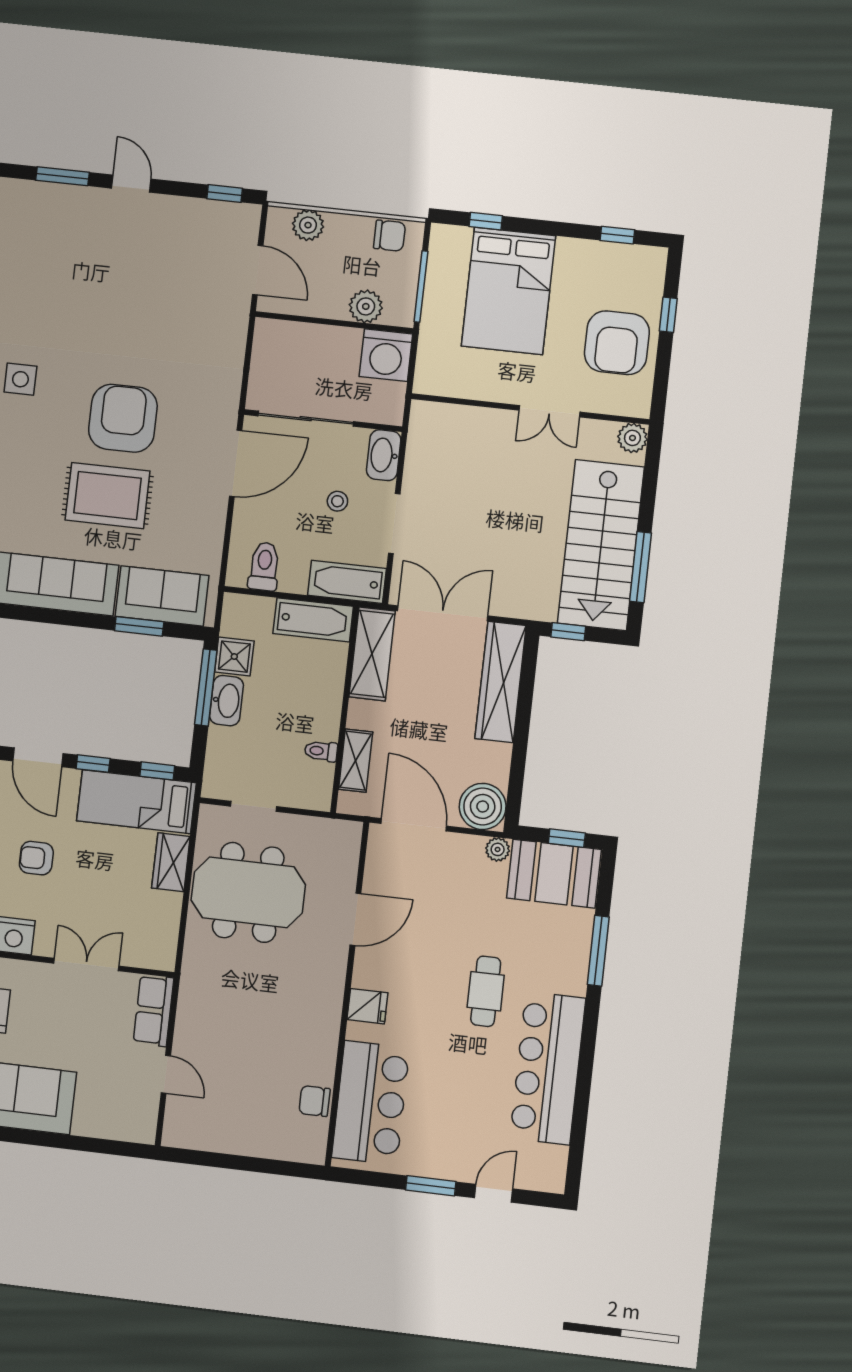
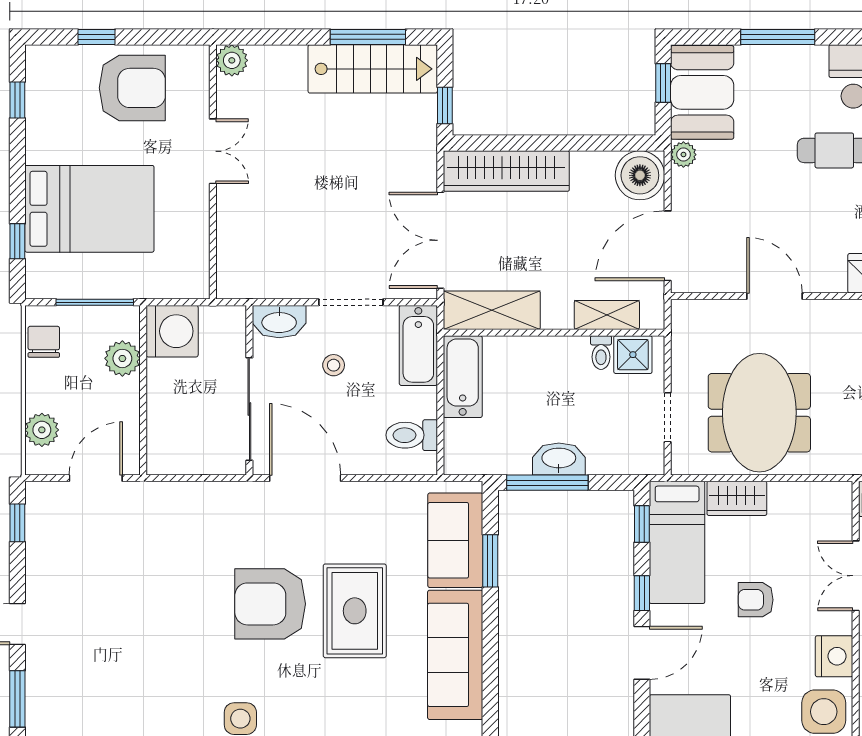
stairs: (601, 545) -> (373, 69), width x0.73, depth x0.66
shower: (234, 657) -> (633, 355), moved
armchair: (36, 858) -> (756, 600), moved, turned 90

